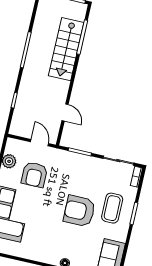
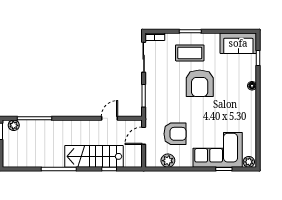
plant: (80, 15) -> (14, 125), added
stairs: (66, 49) -> (94, 156), moved, turned 180

